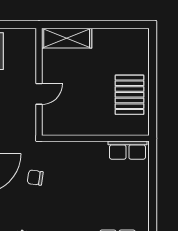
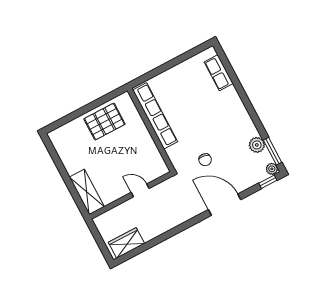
row of seats: (127, 150) -> (155, 116), width x2.02

